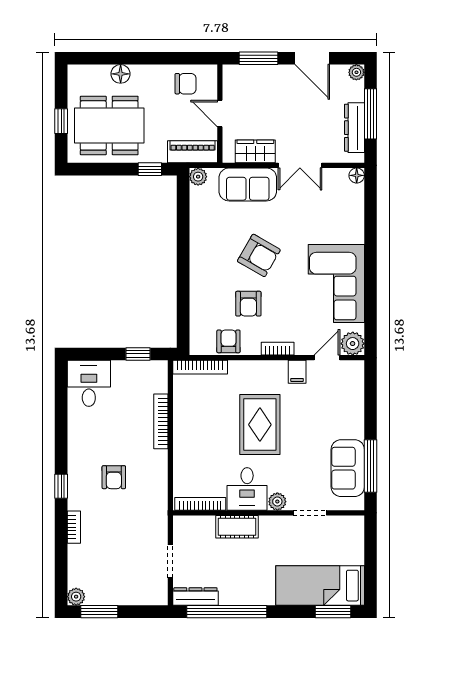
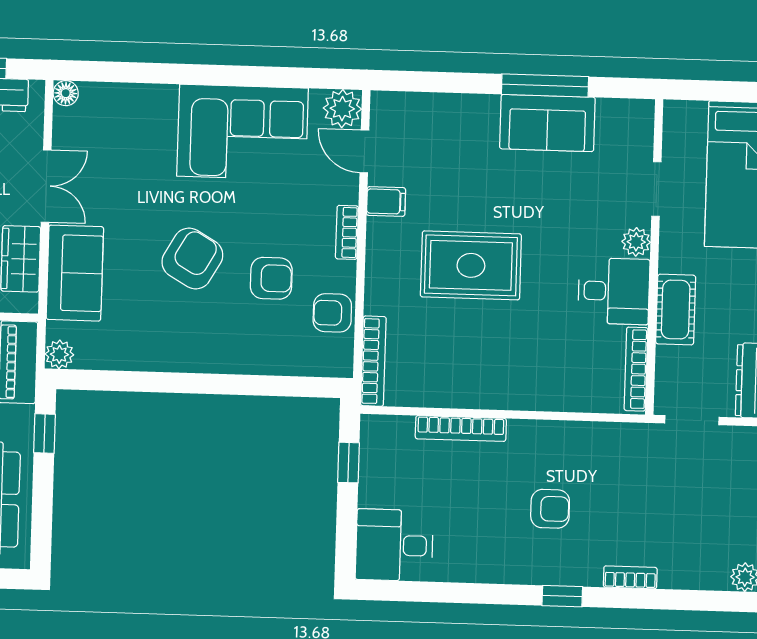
desk: (247, 489) -> (614, 291), moved
plant: (277, 502) -> (636, 242), moved
bookcase: (200, 504) -> (636, 369), moved
wall: (269, 513) -> (654, 257), moved
doorway: (310, 513) -> (656, 189), moved
cot: (237, 527) -> (676, 310), moved

